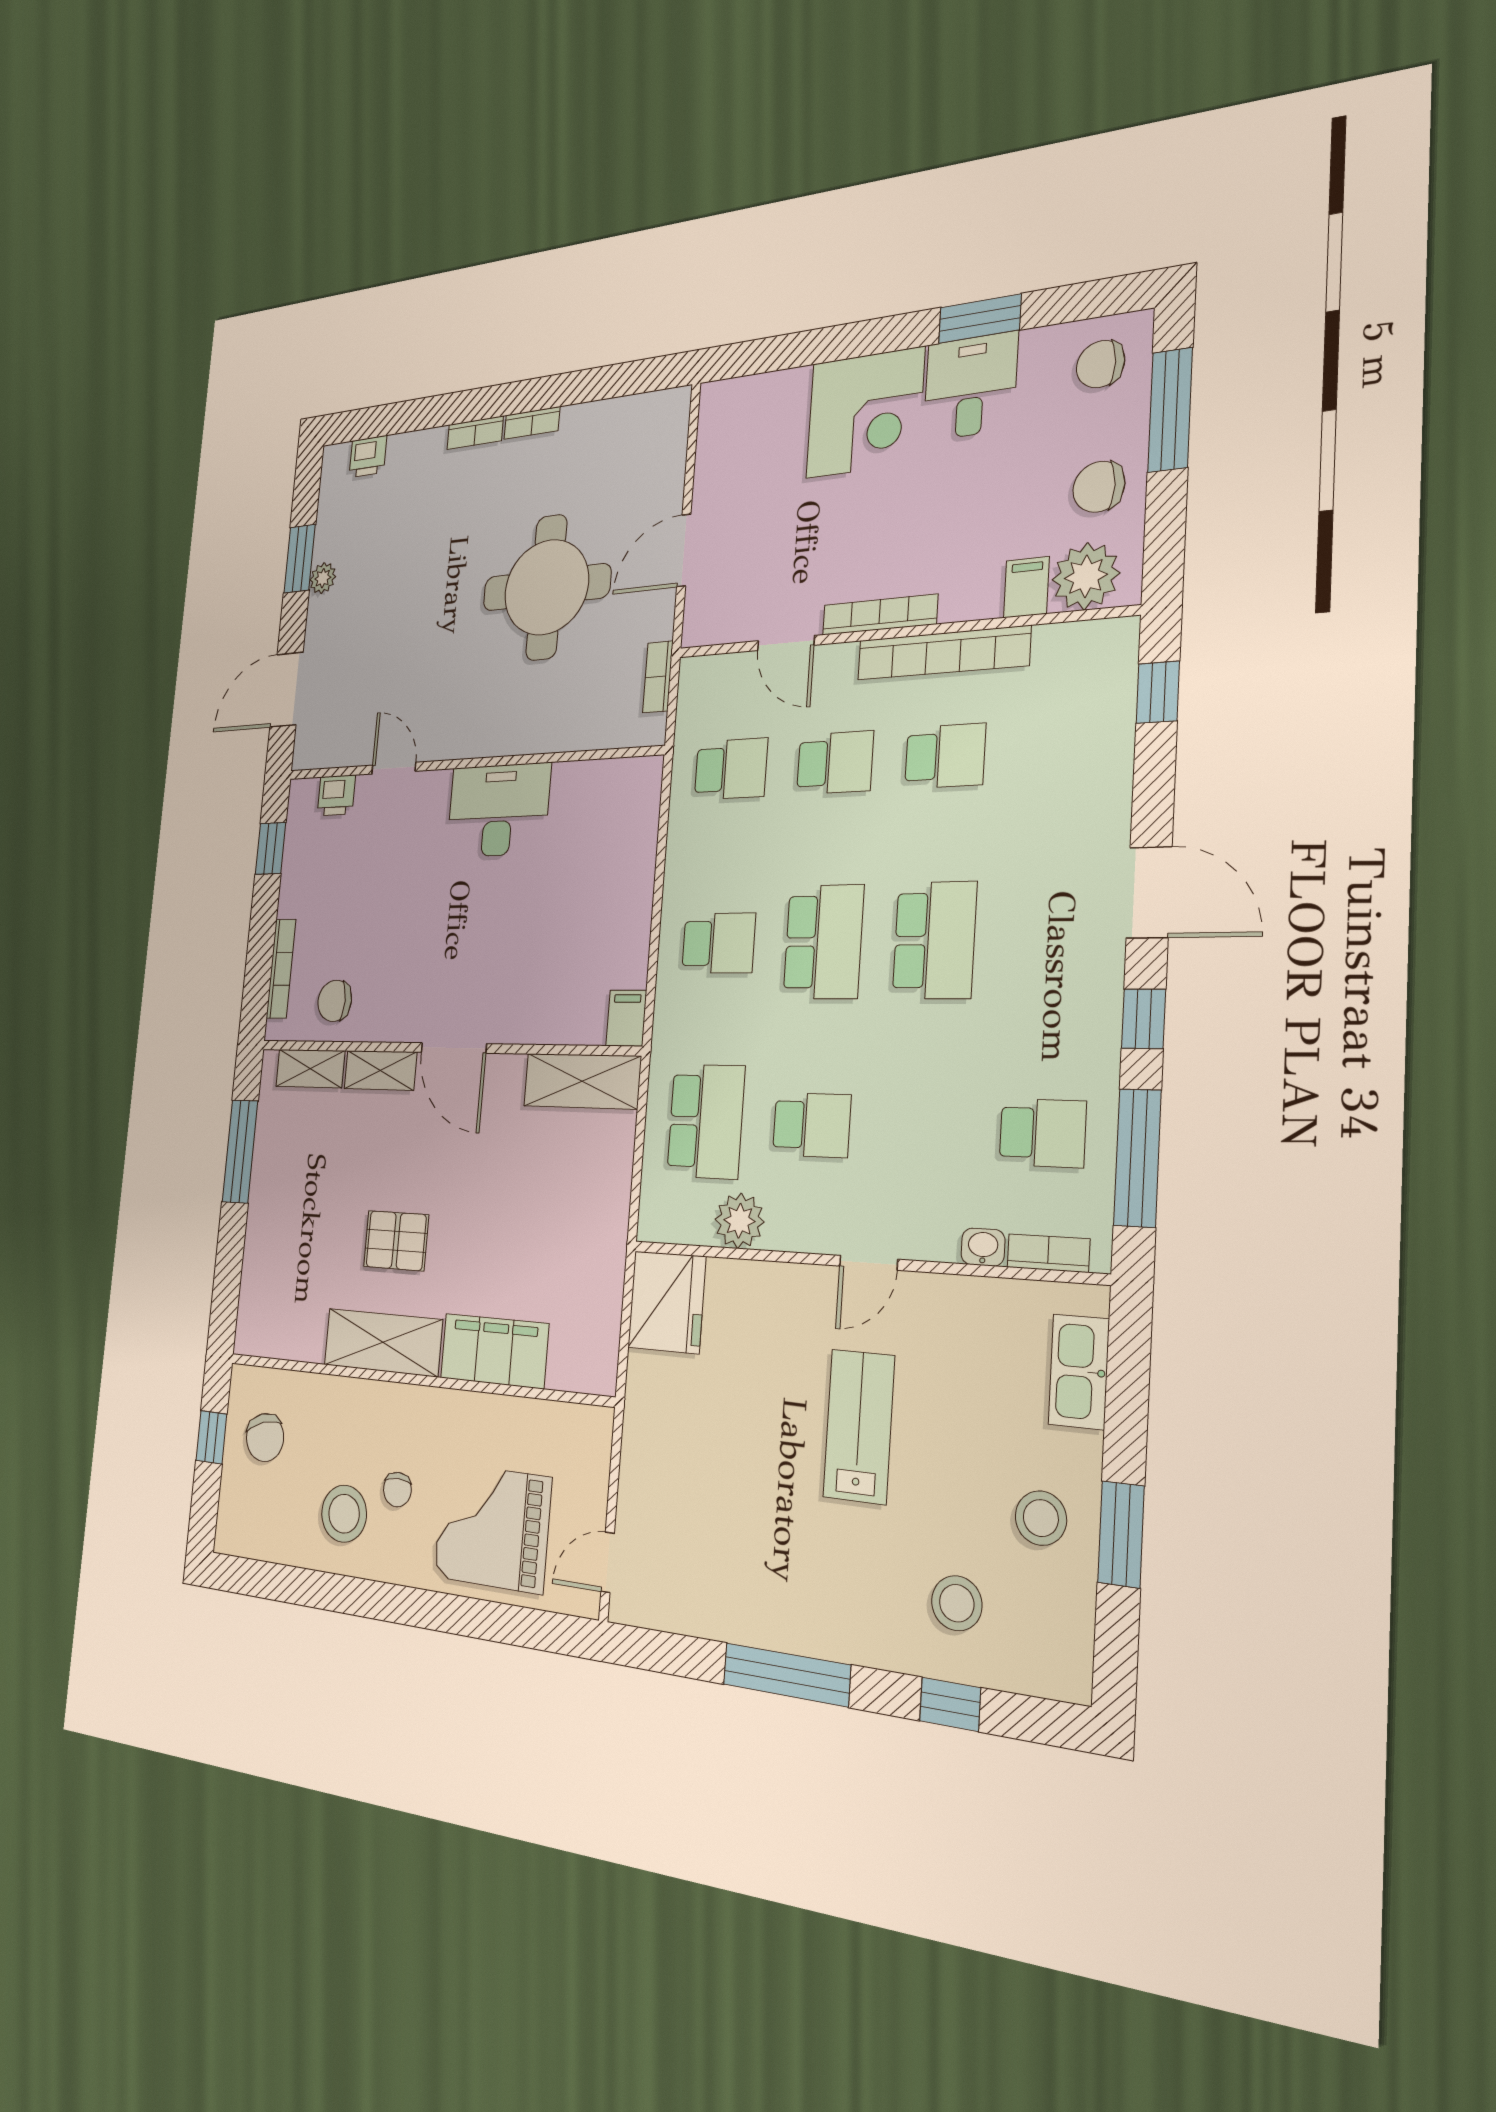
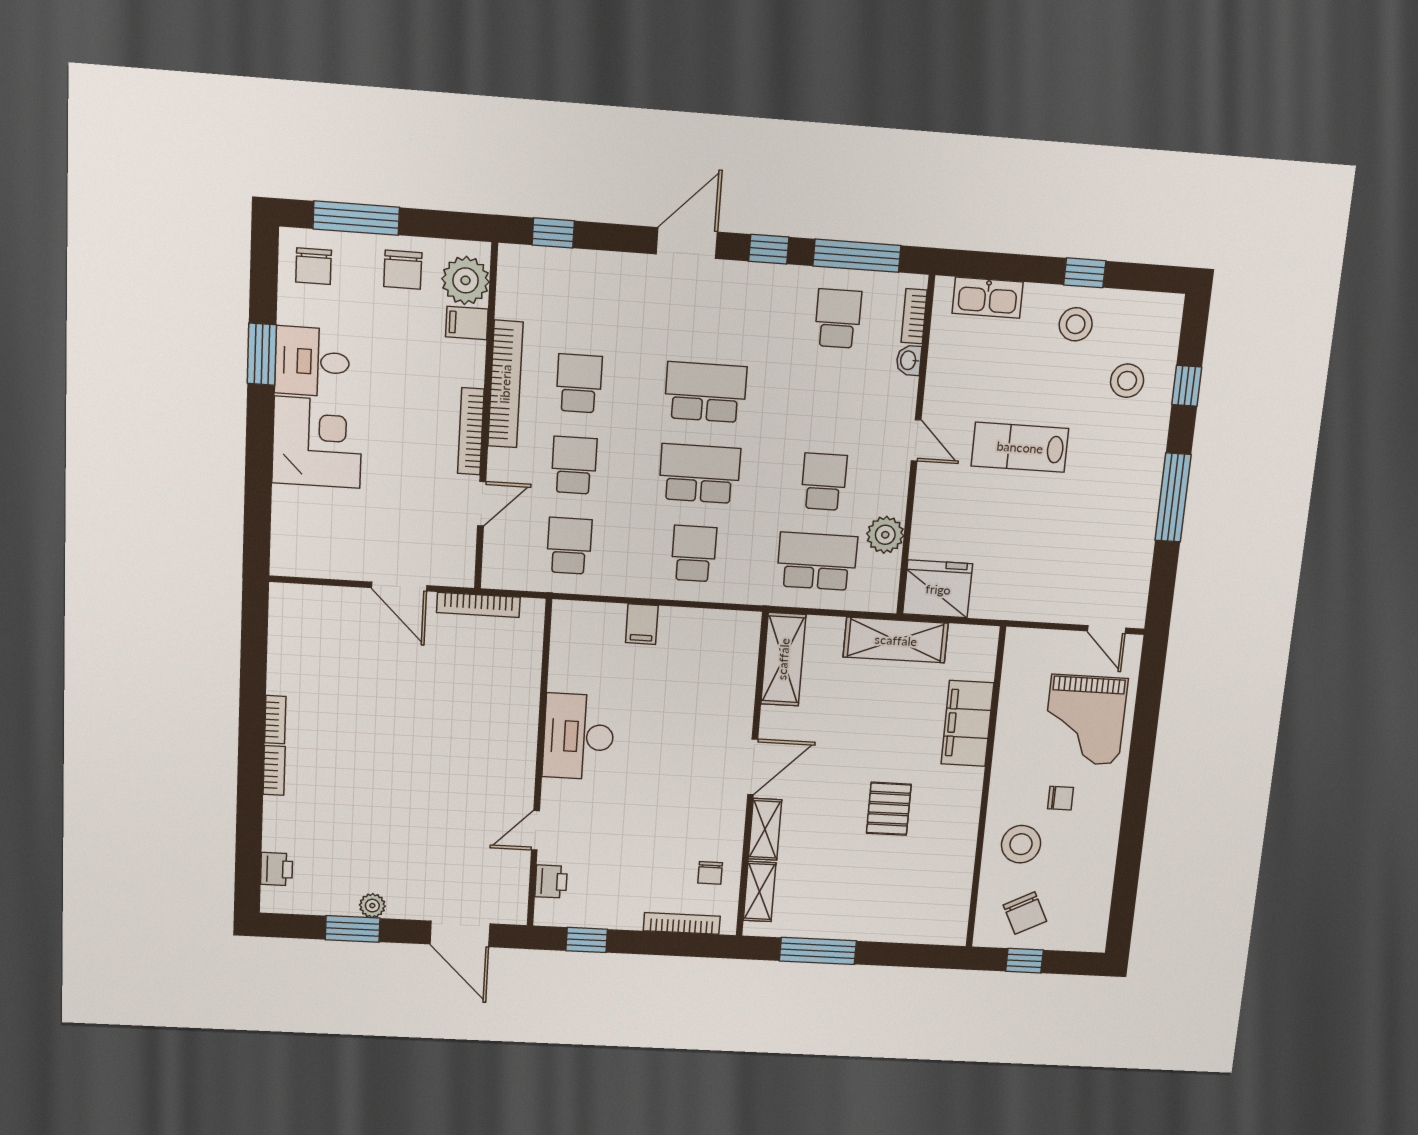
round table: (546, 587) -> (410, 702), removed
bookcase: (658, 677) -> (478, 605), width x1.56
chair: (335, 1001) -> (710, 873), width x0.73, depth x0.73
filing cabinet: (626, 1018) -> (642, 624), moved, turned -90
shelving: (383, 1342) -> (896, 640), moved, turned 90
chair: (265, 1438) -> (1025, 913), turned 79
stool: (344, 1514) -> (1021, 844), moved
window: (1121, 1534) -> (1085, 273), width x0.67

